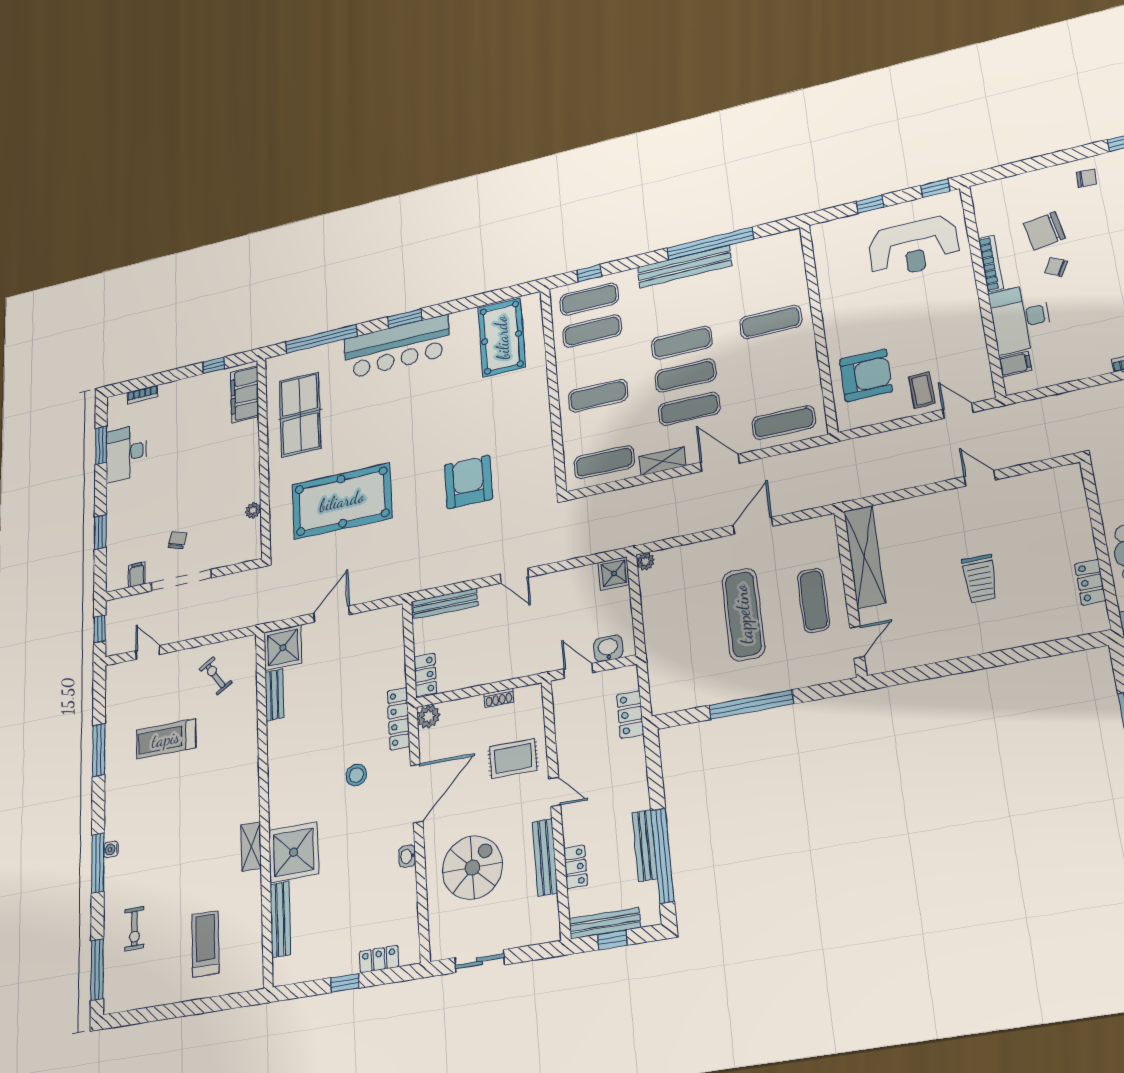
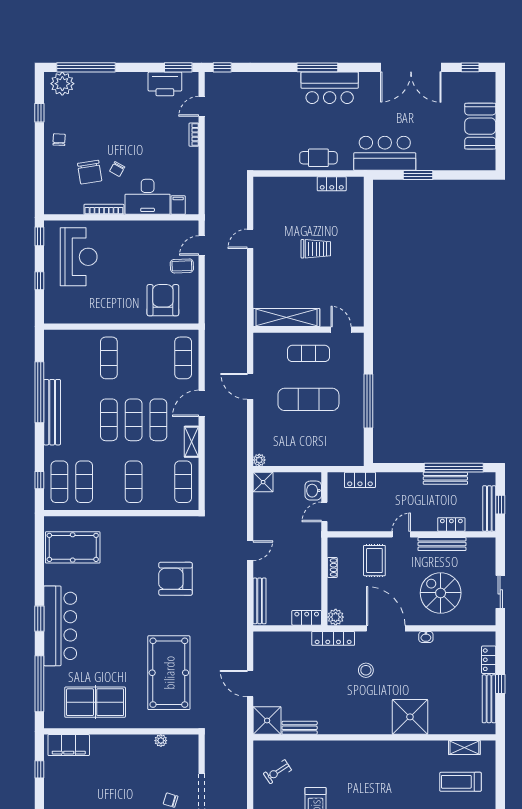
shelving: (251, 846) -> (464, 748), moved
bench: (280, 919) -> (489, 699), moved, turned 90

